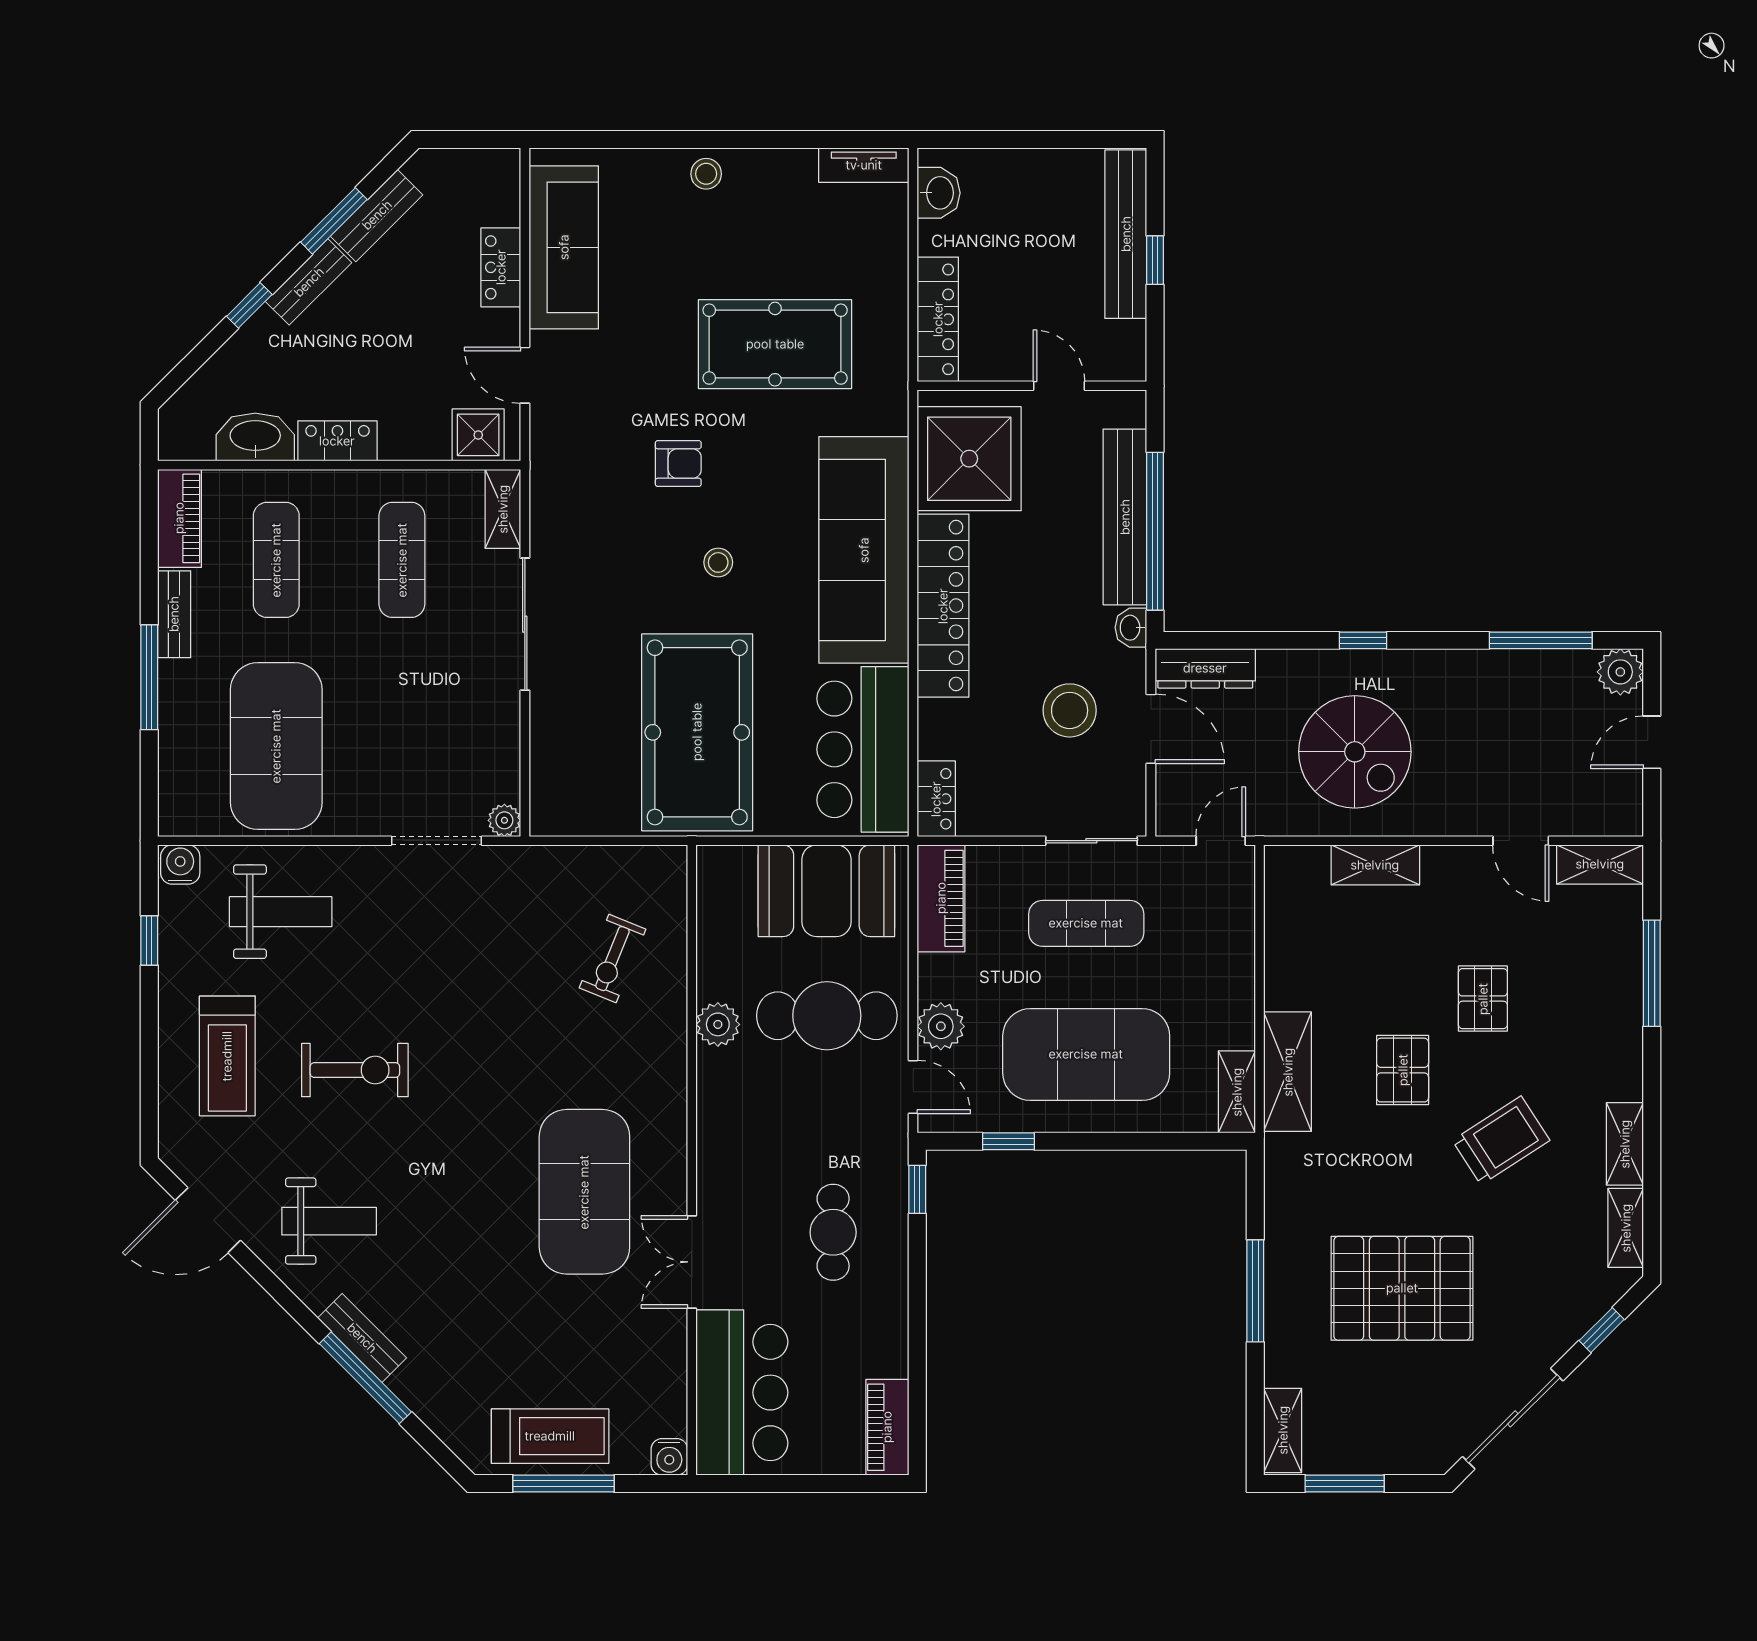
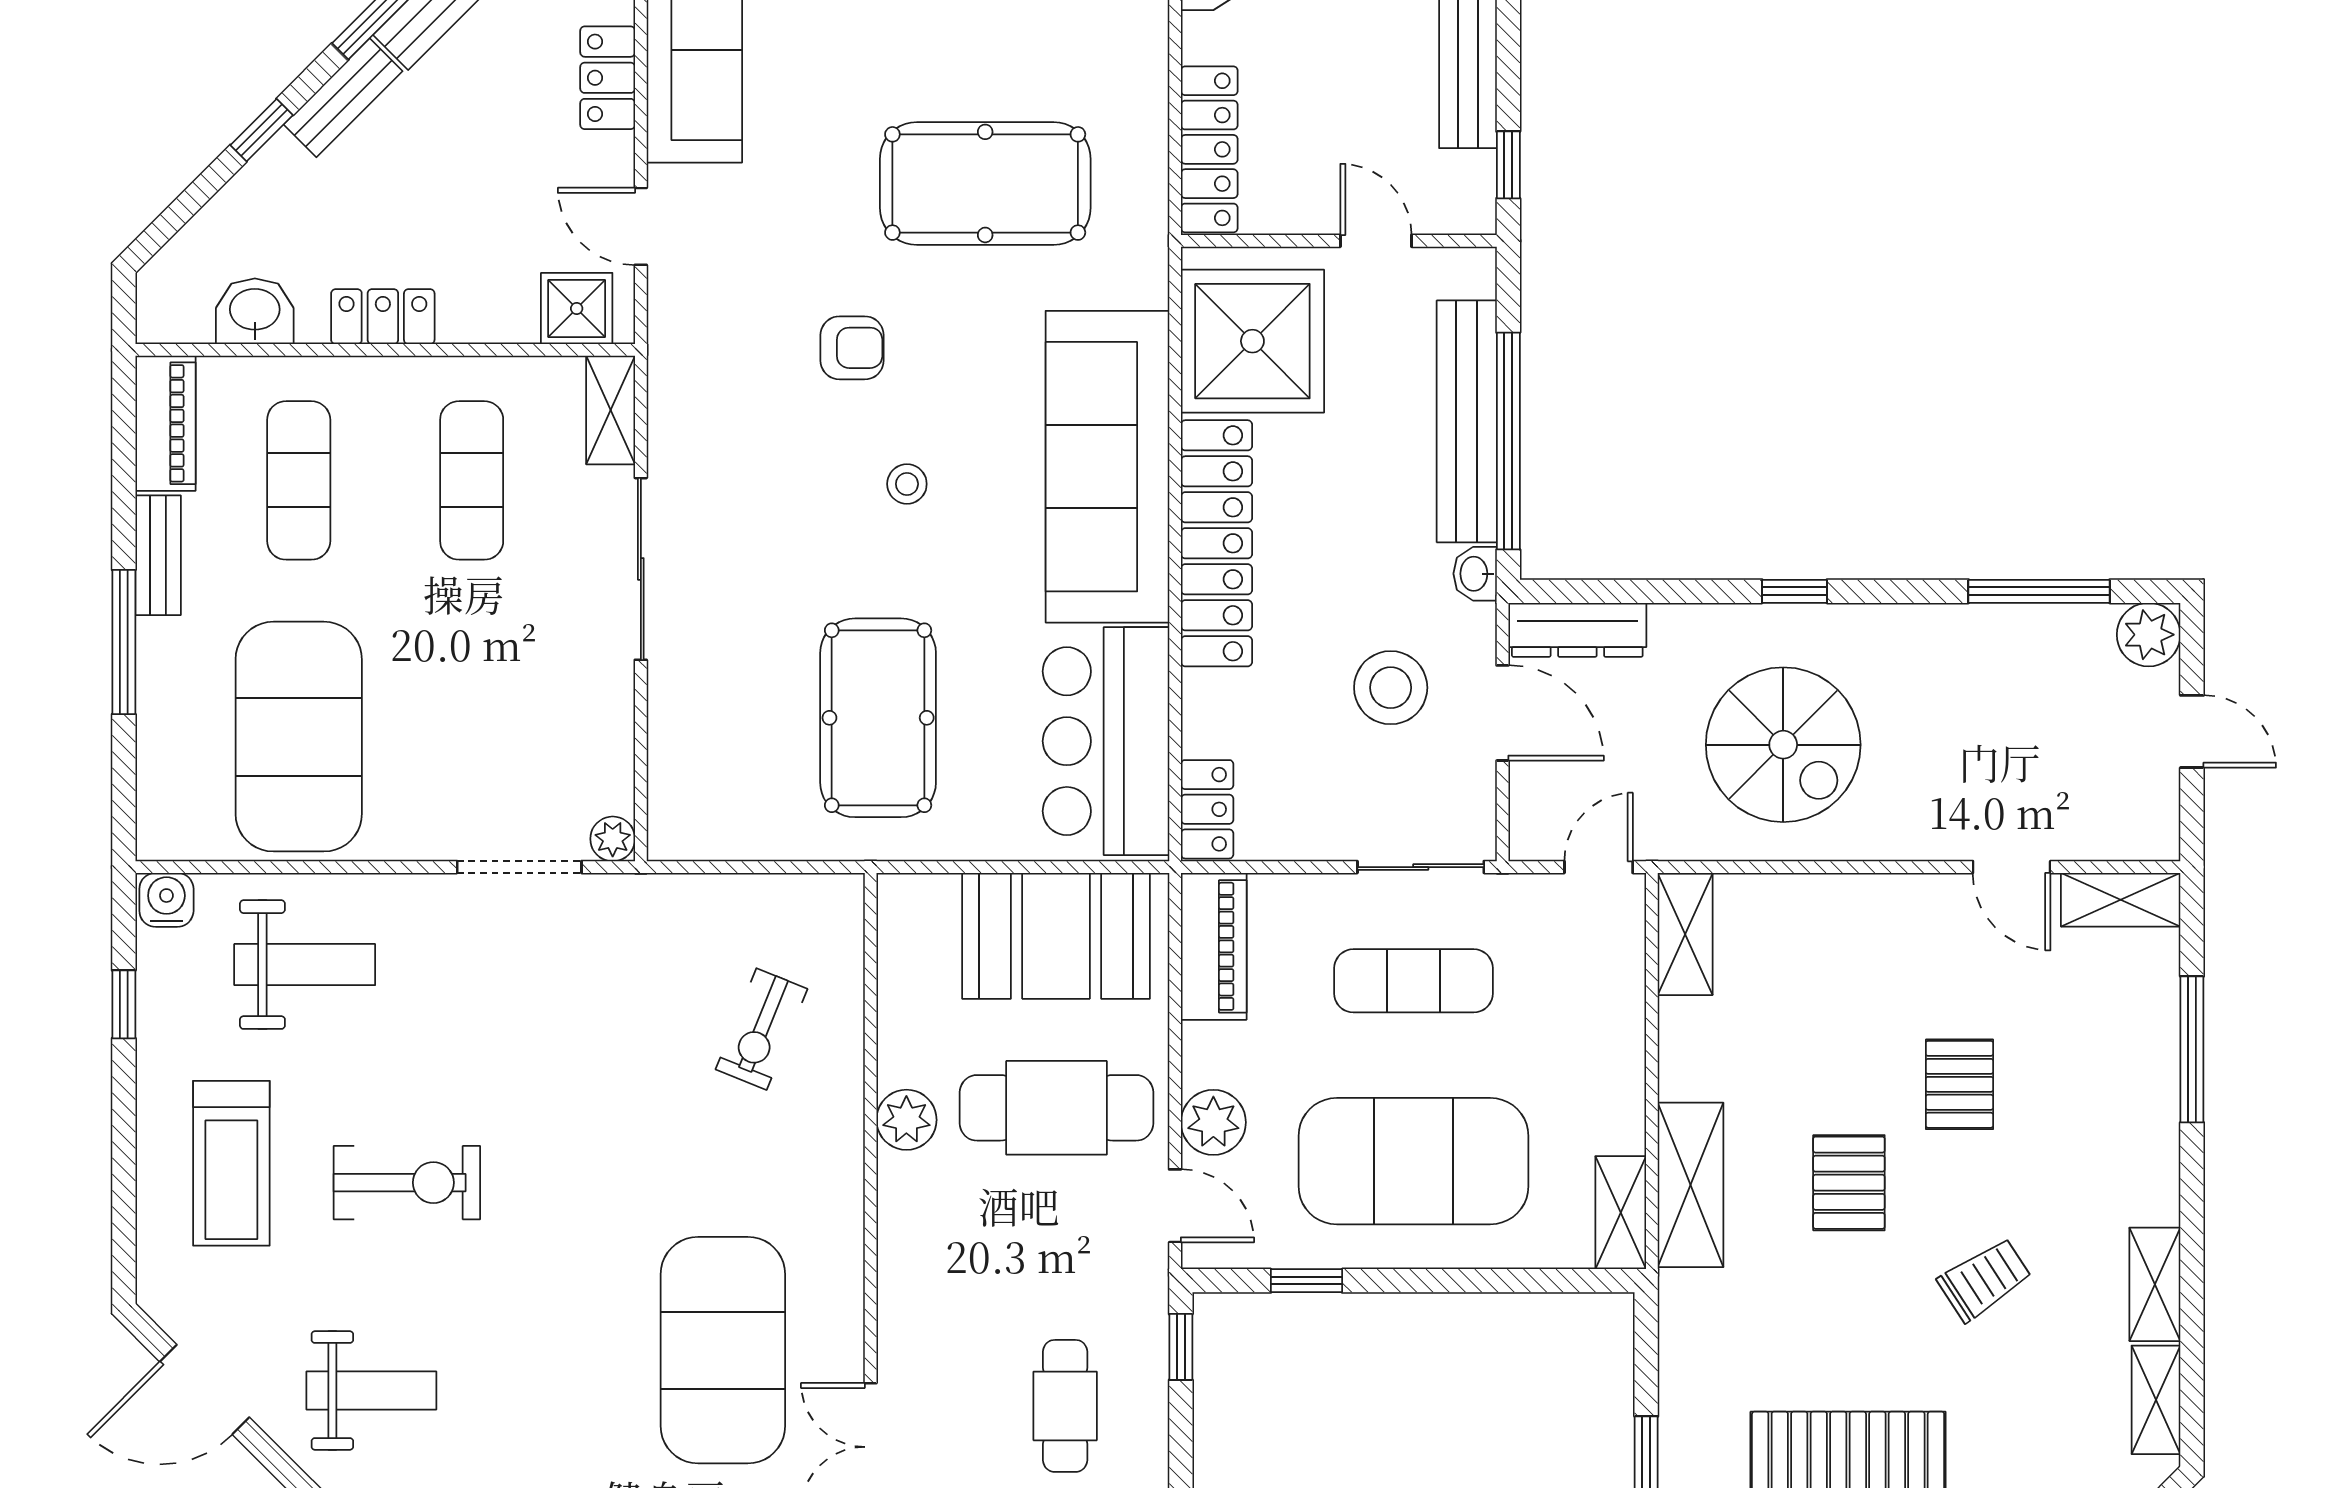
window: (1155, 260) -> (1508, 165), moved
washbasin: (255, 437) -> (255, 311), width x0.72
pool table: (697, 732) -> (878, 718), width x0.73, depth x0.76
door: (1652, 742) -> (2192, 731), swing flipped
shelving: (1375, 865) -> (1685, 934), moved, turned 90
trolley: (1501, 1140) -> (1984, 1279), width x0.73, depth x0.72

